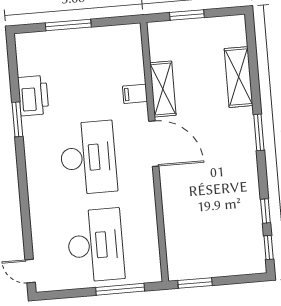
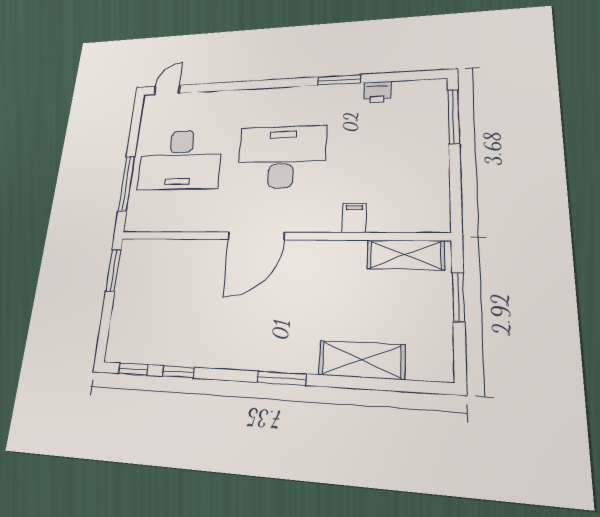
window: (68, 25) -> (454, 117), moved
shelving: (163, 89) -> (405, 255), moved
printer: (33, 96) -> (377, 92), width x0.53, depth x0.68
door: (154, 144) -> (256, 236), moved
desk: (88, 158) -> (282, 157), turned 180

